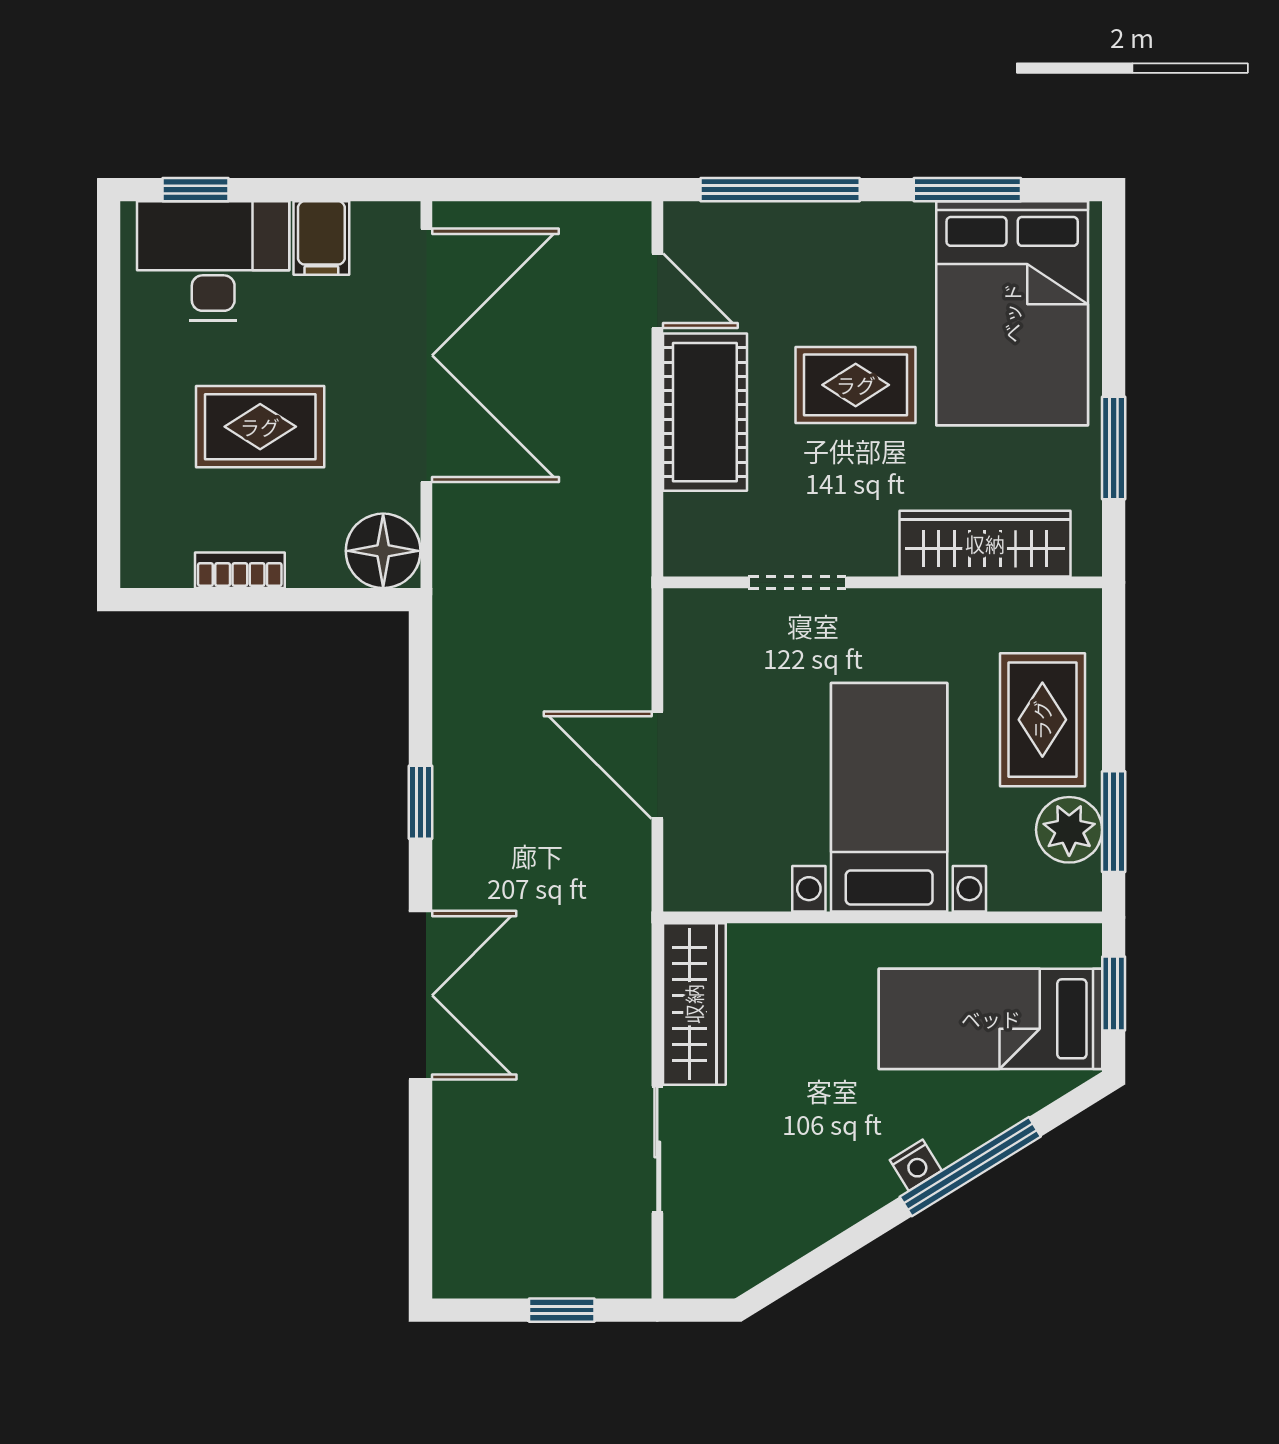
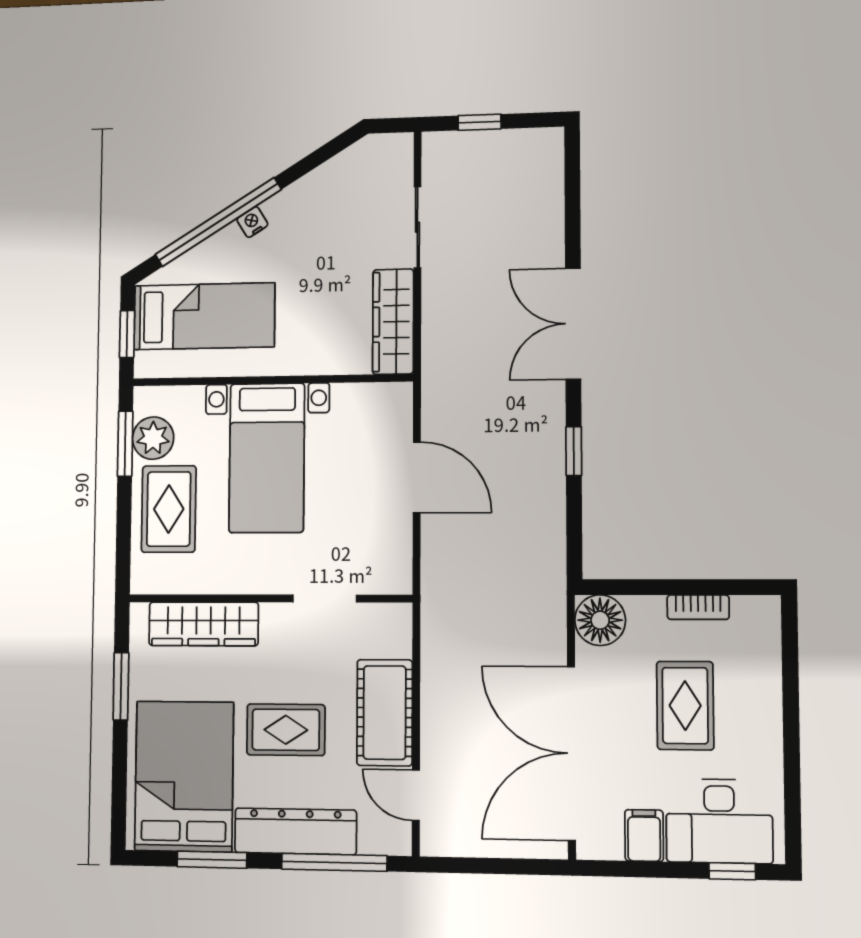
dresser: (839, 234) -> (296, 831), added
rug: (260, 427) -> (685, 706), turned 90
window: (970, 1167) -> (218, 222), width x1.46

